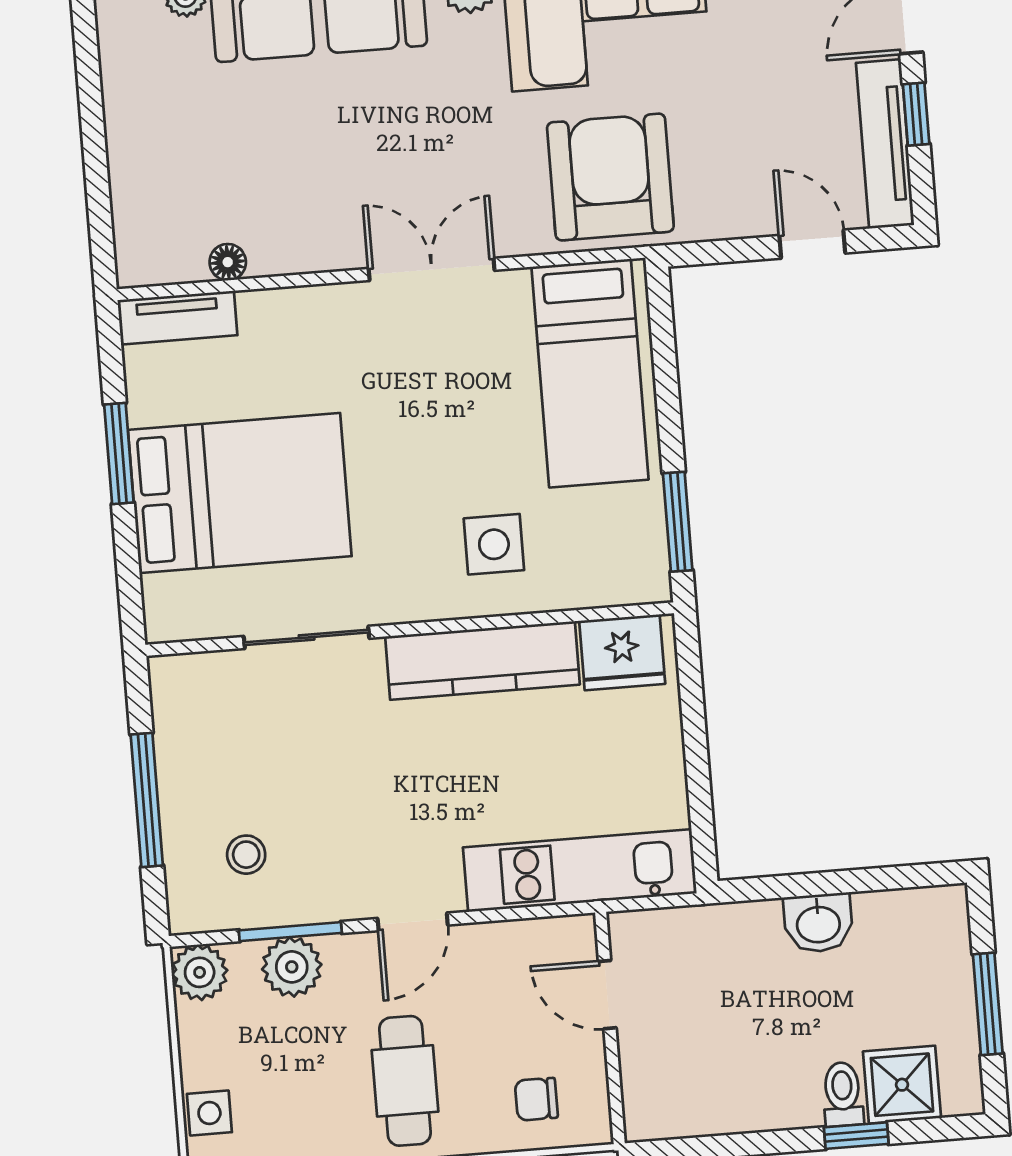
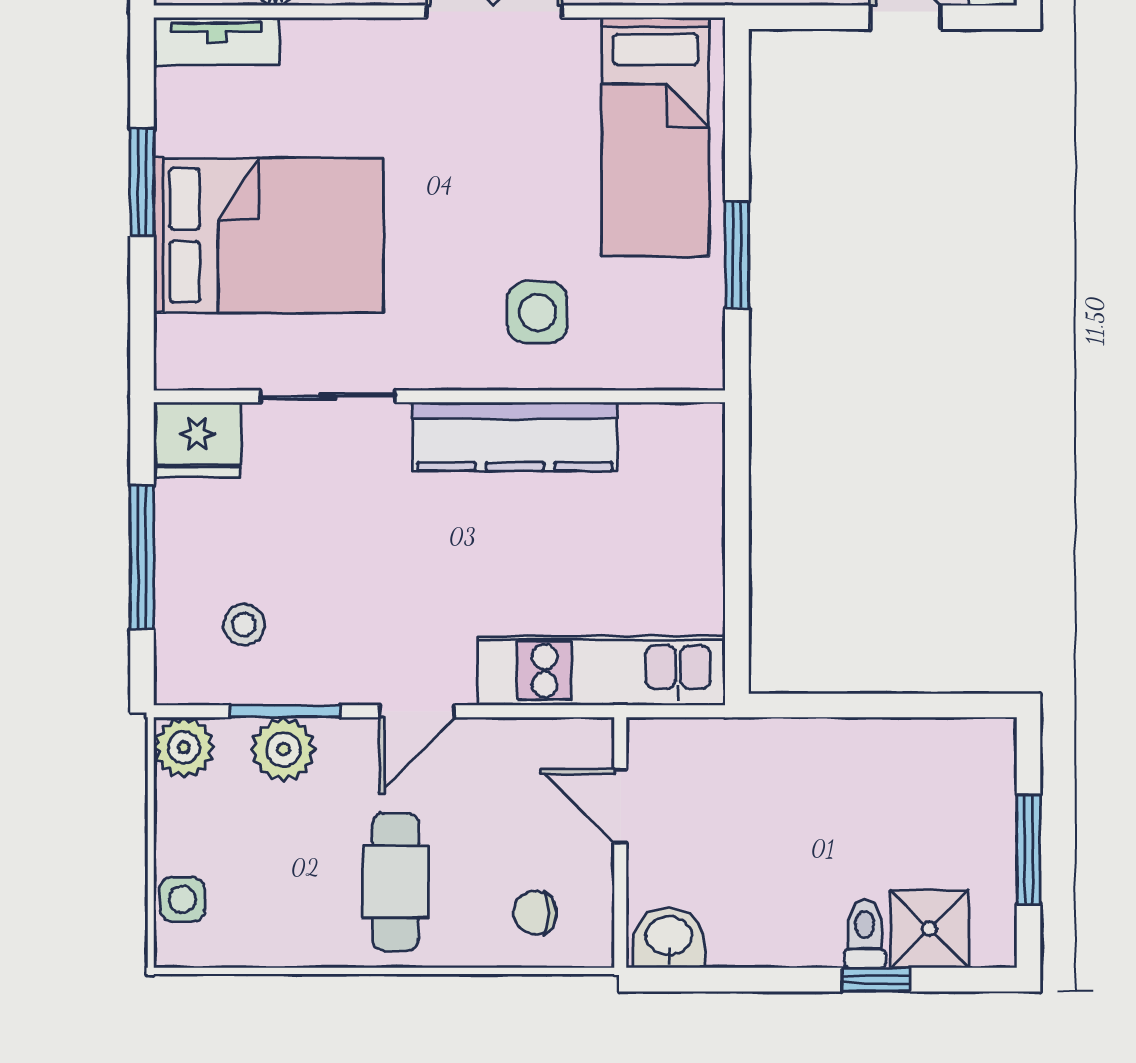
window: (678, 522) -> (737, 255), moved
fridge: (622, 652) -> (197, 440), moved
washbasin: (818, 923) -> (669, 937), moved, turned 180

